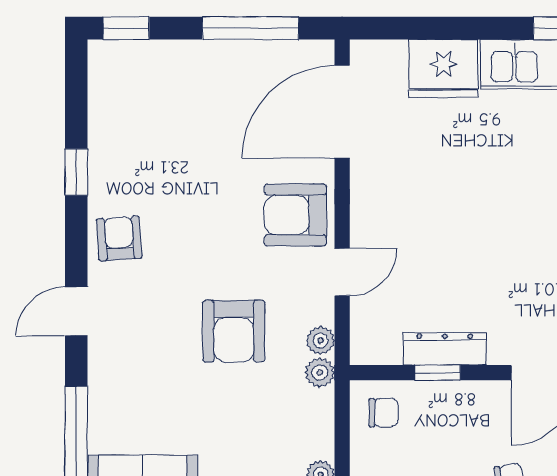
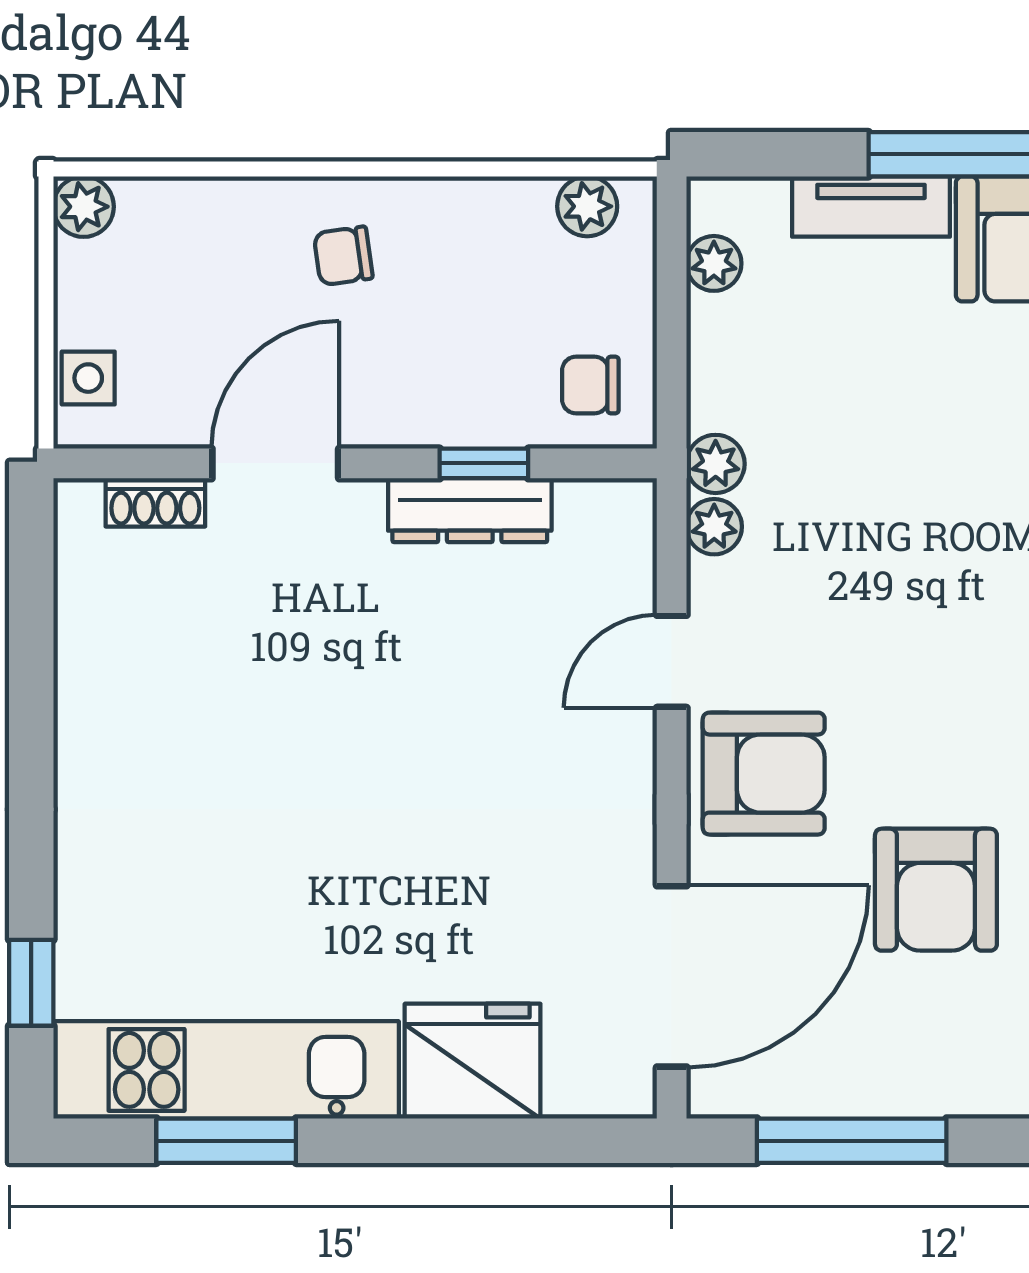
armchair: (234, 331) -> (936, 890), moved, turned 180

